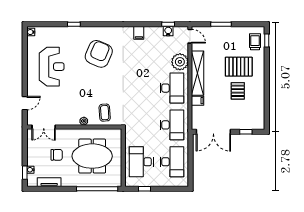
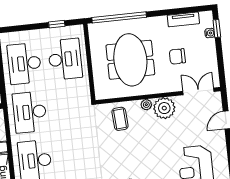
plant: (71, 117) -> (164, 108), added
meeting table: (92, 156) -> (130, 60), turned 90

